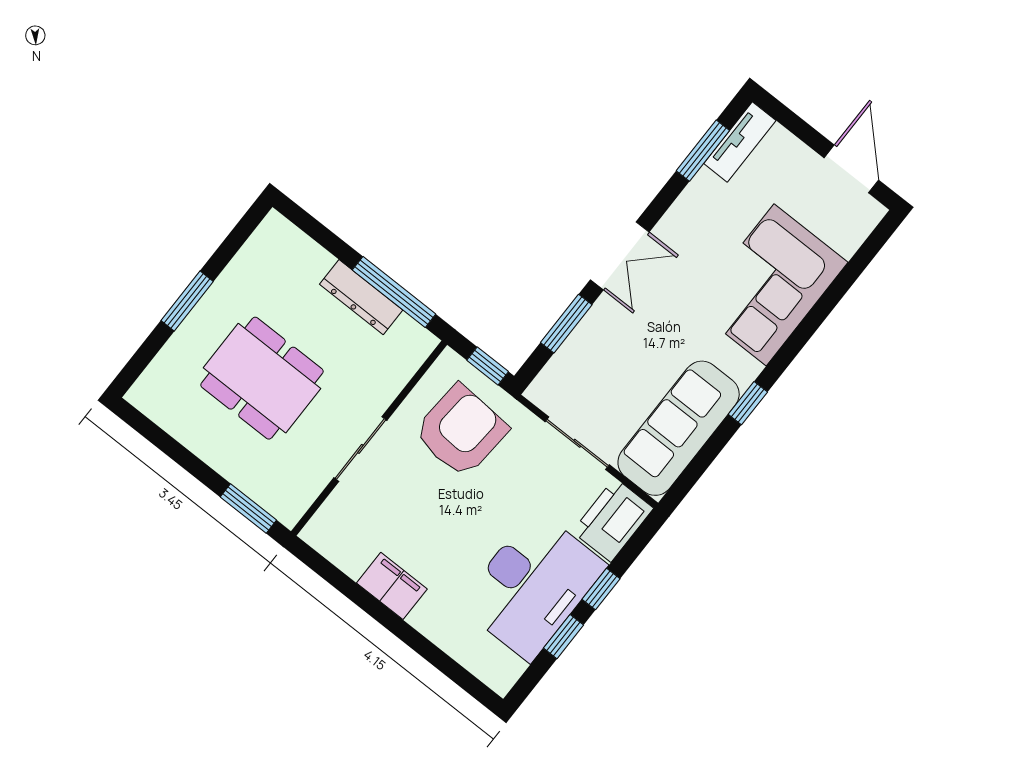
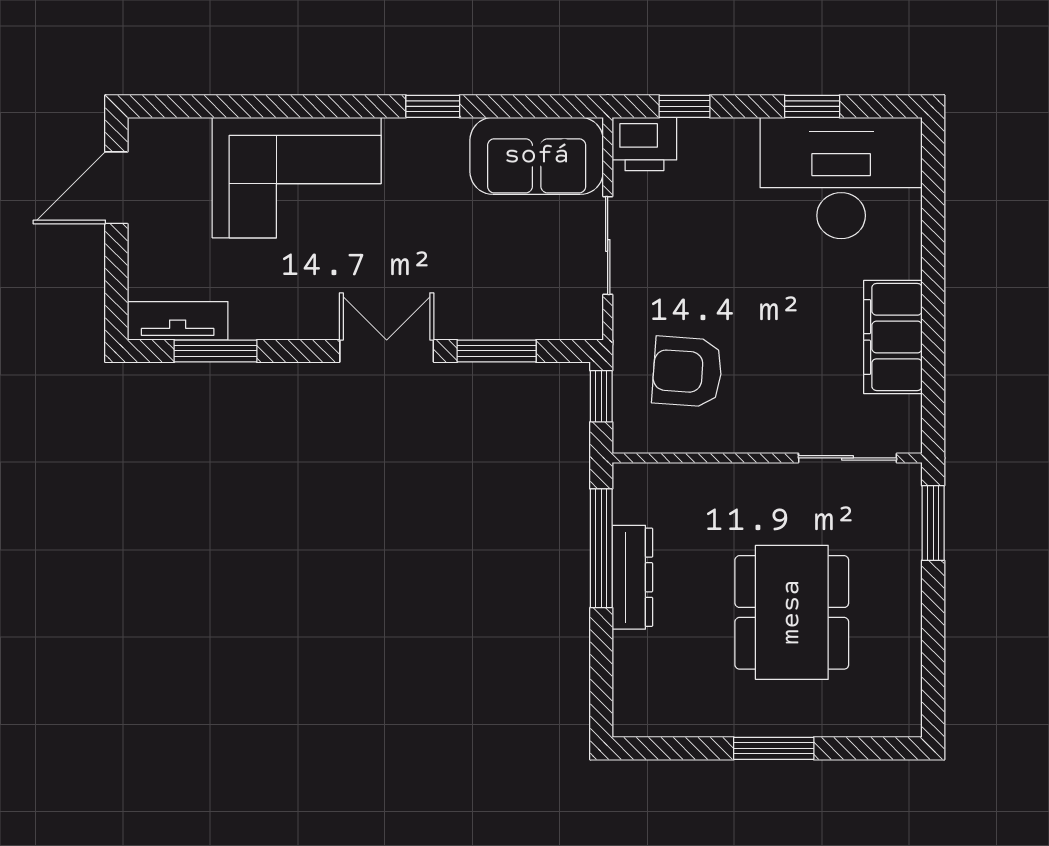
sofa: (679, 428) -> (537, 156), width x0.73
armchair: (461, 431) -> (687, 372), width x0.73, depth x0.73
sliding door: (360, 449) -> (847, 458), moved
printer: (613, 520) -> (644, 144), width x0.73, depth x0.84
desk: (532, 585) -> (841, 178), moved
filing cabinet: (392, 586) -> (893, 337), width x1.50, depth x1.17
window: (601, 589) -> (684, 106), moved

